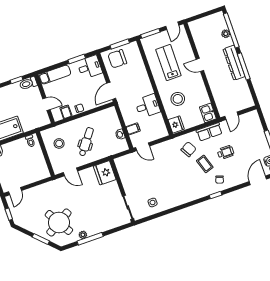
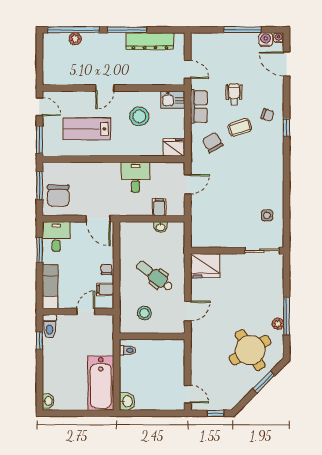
dresser: (234, 63) -> (150, 41), moved
stool: (178, 99) -> (139, 116), moved
door: (142, 147) -> (188, 184), moved

